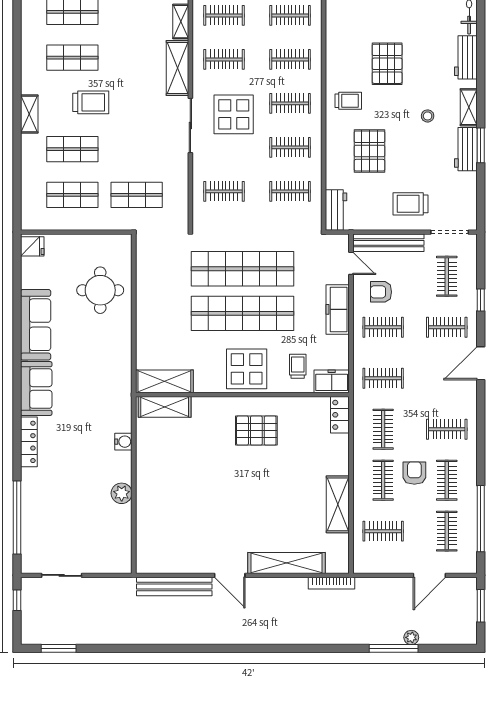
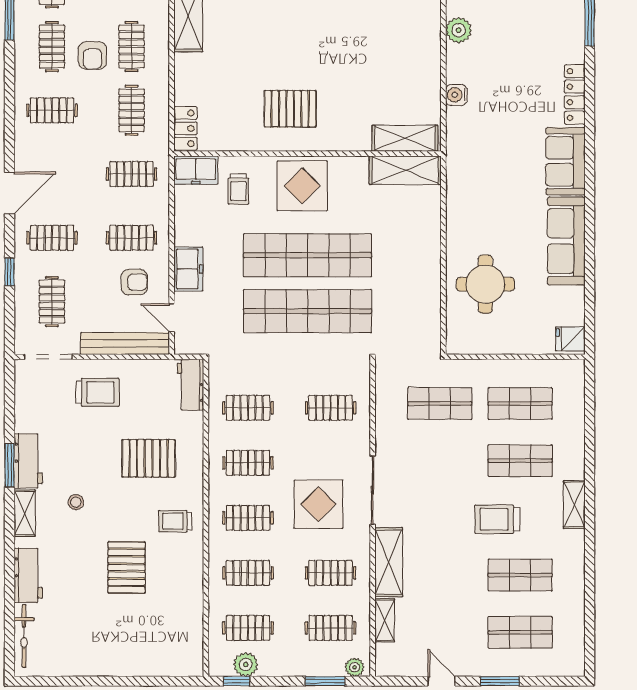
pallet: (370, 151) -> (149, 458), turned 90
freezer: (338, 309) -> (188, 269), width x0.71

